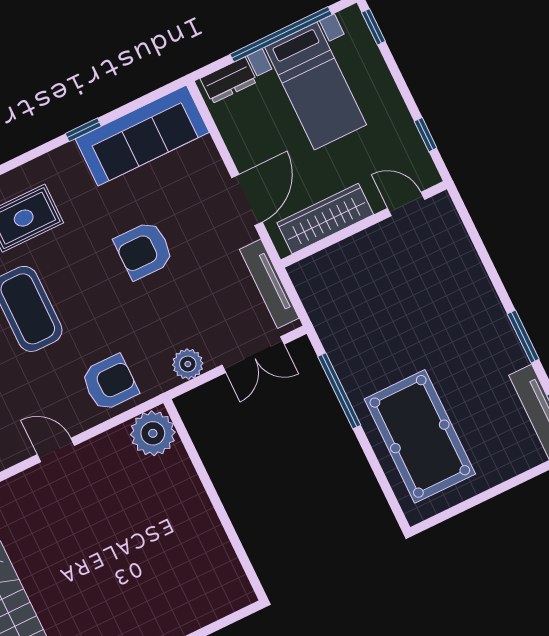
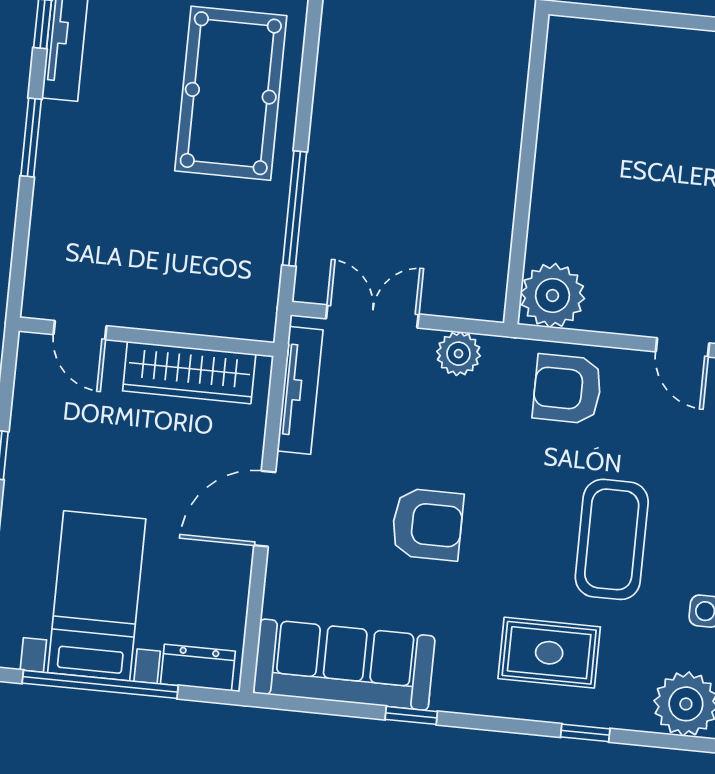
door: (406, 204) -> (80, 330), moved
wardrobe: (325, 219) -> (189, 373), moved
wall: (364, 224) -> (147, 337), moved

